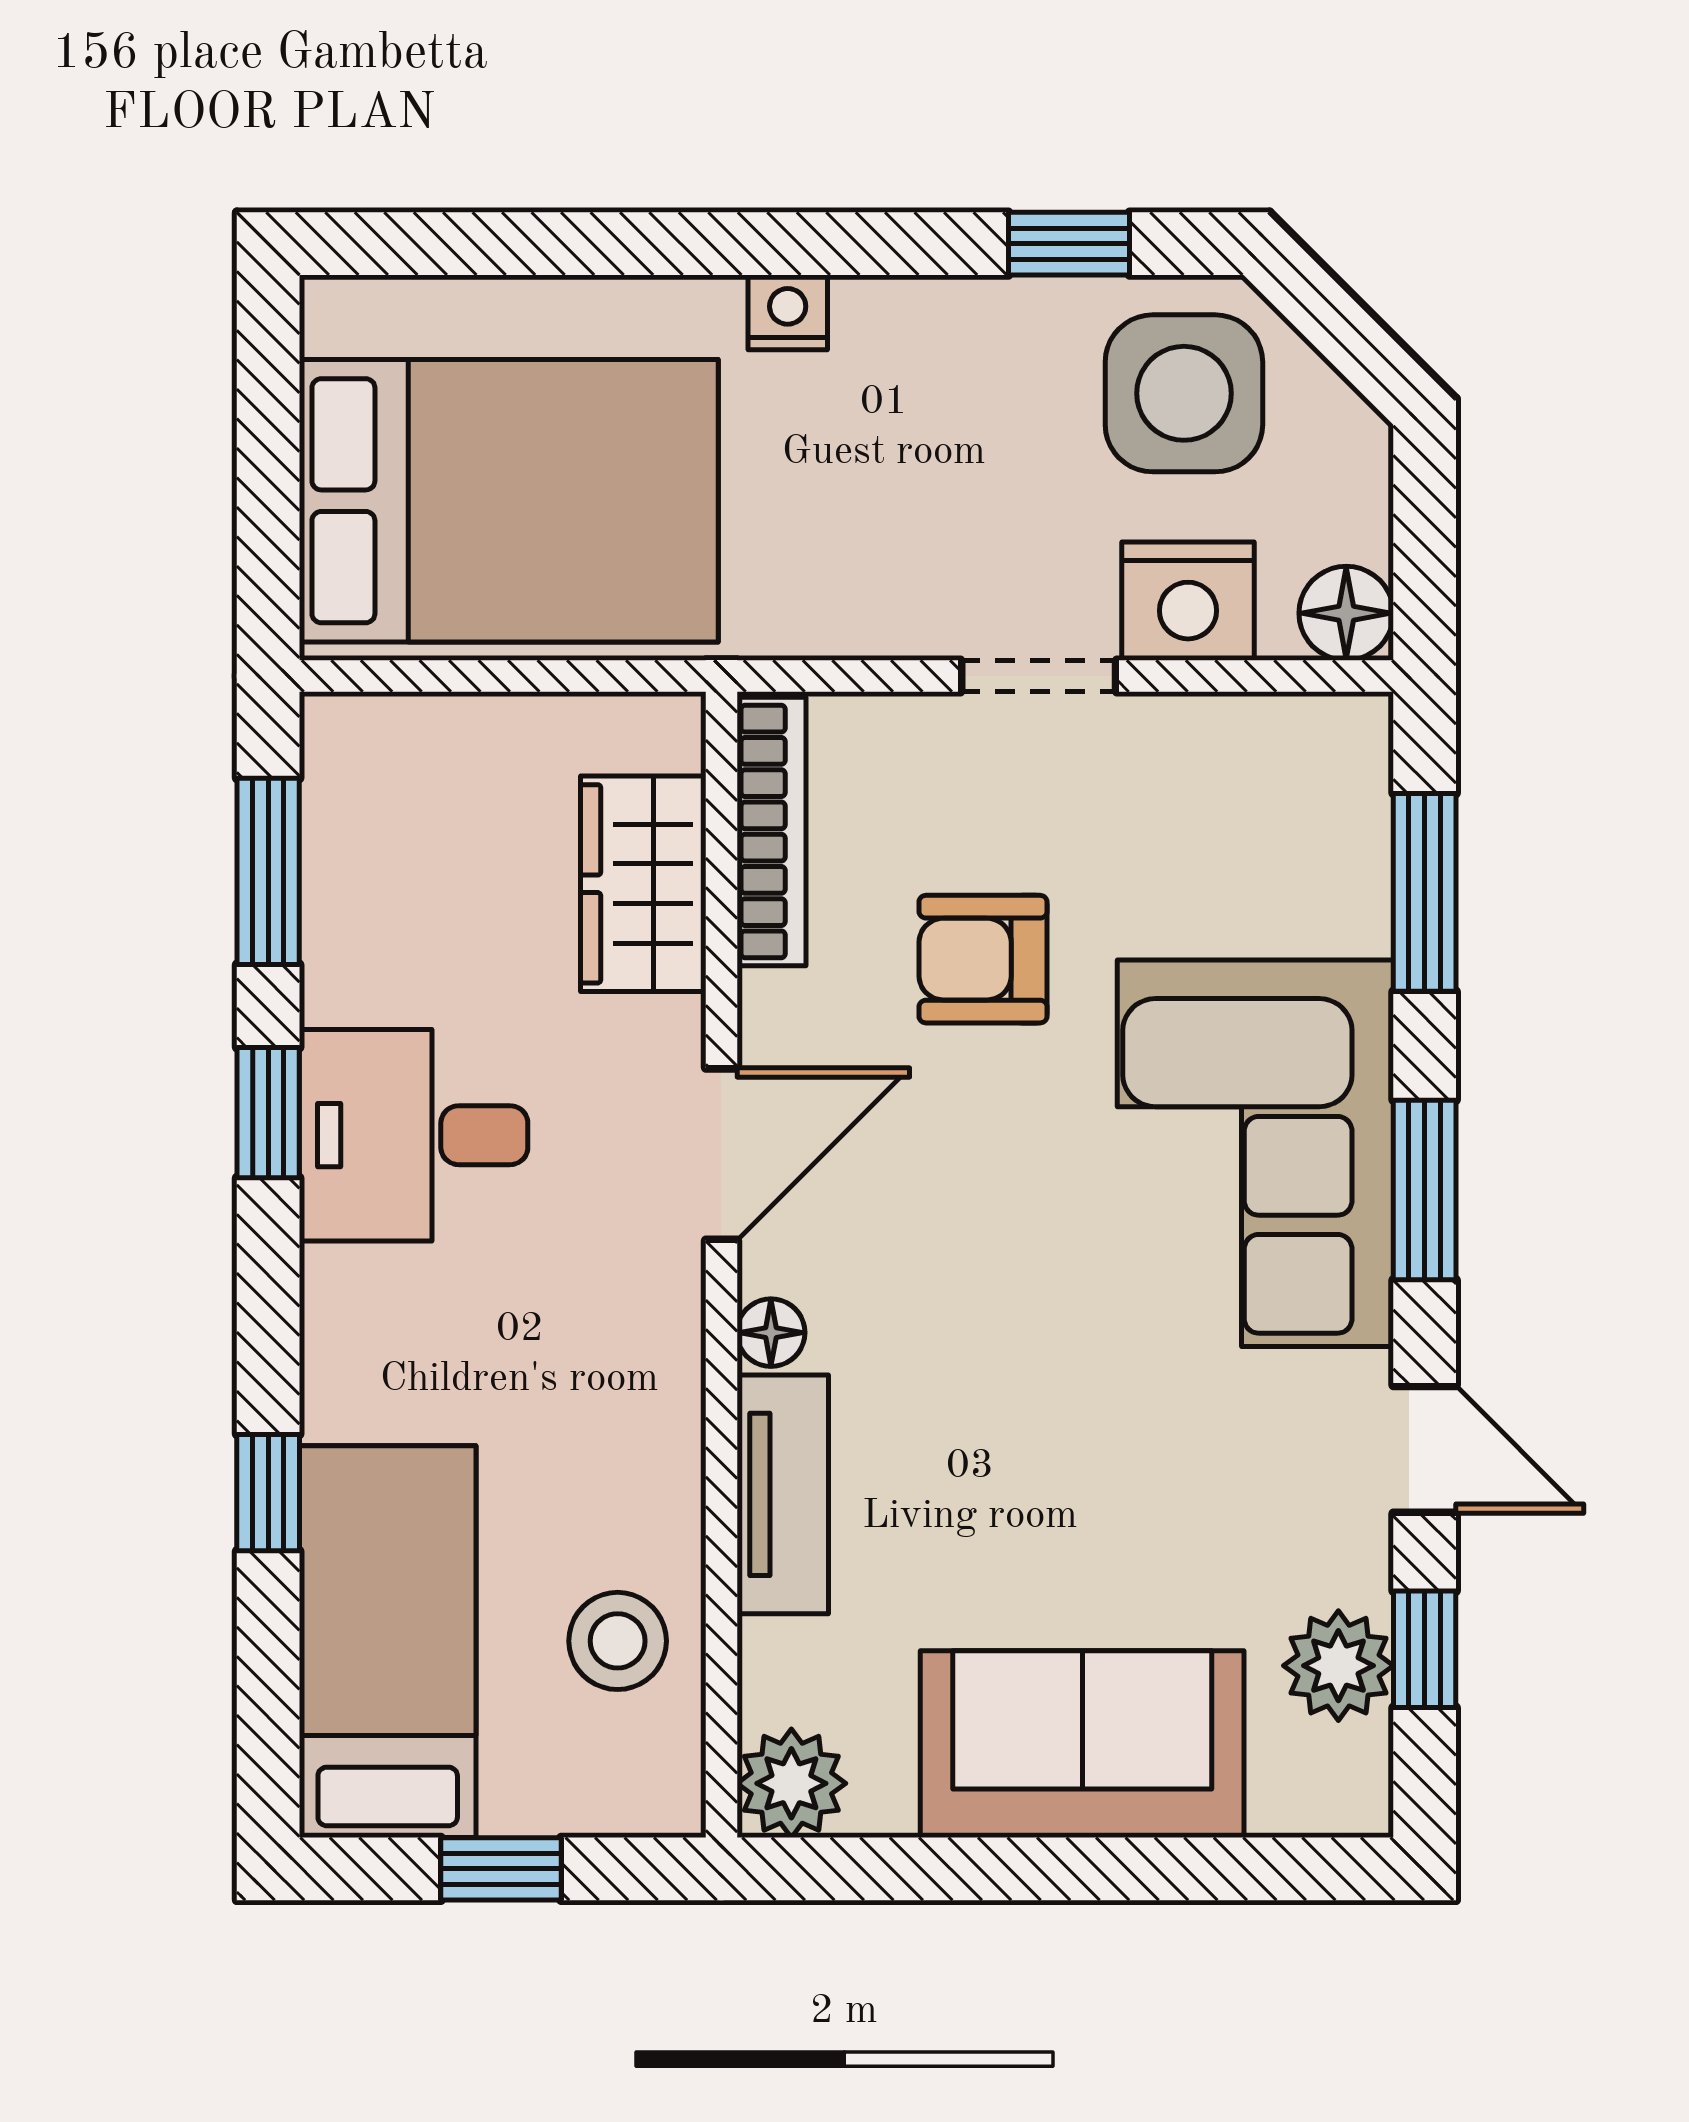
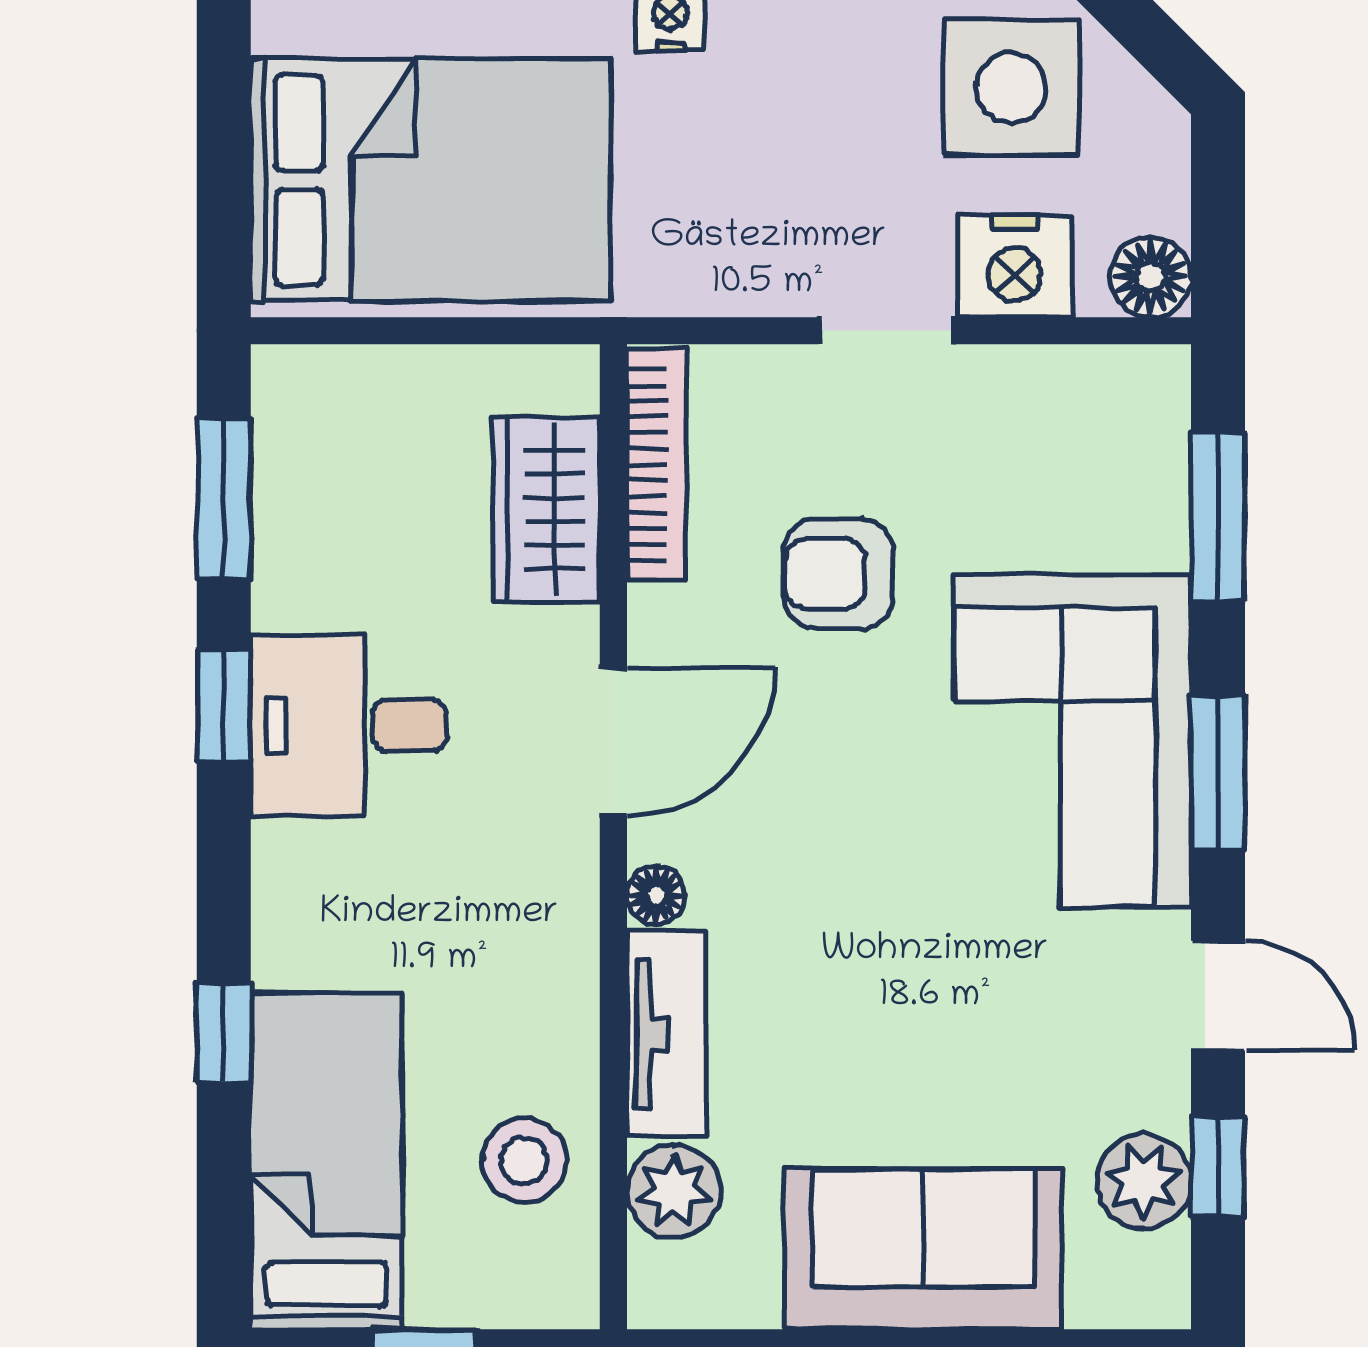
plant: (791, 1783) -> (674, 1191), moved

